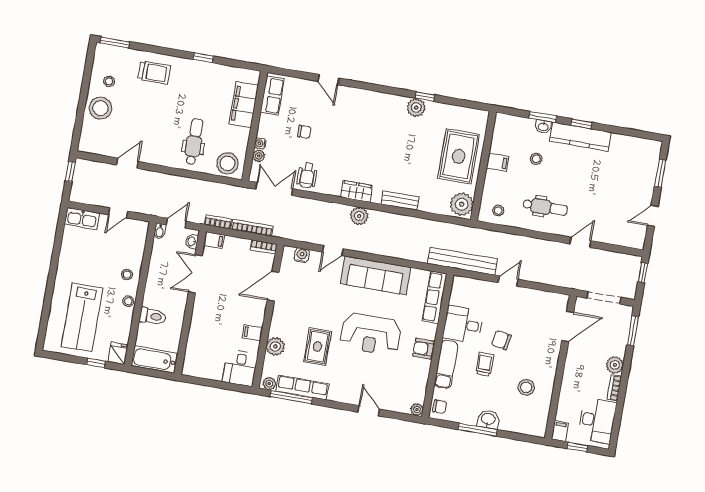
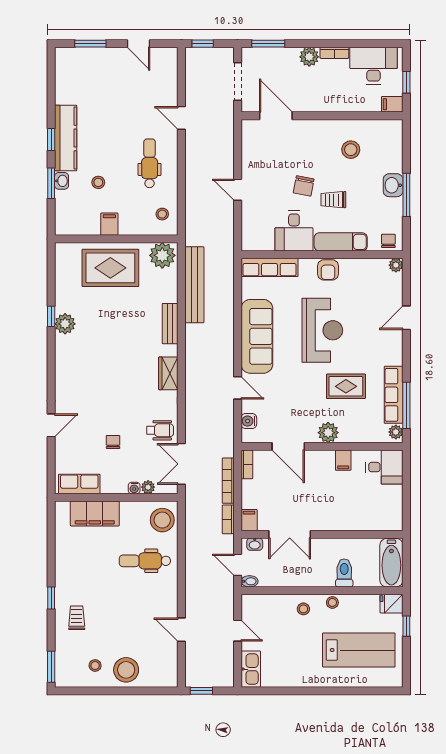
window: (203, 58) -> (51, 598), moved
trolley: (154, 72) -> (77, 618), width x0.73, depth x0.72
plant: (359, 216) -> (195, 366), removed
bench: (462, 261) -> (194, 285), moved
plant: (275, 346) -> (328, 433), moved

